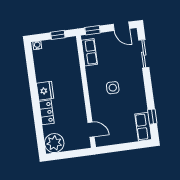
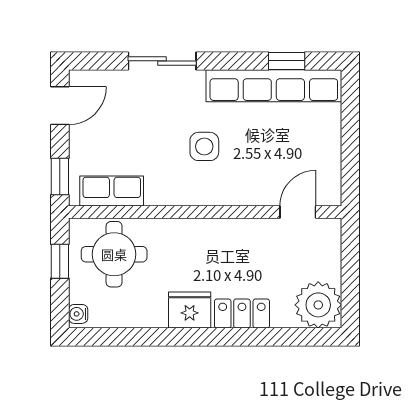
sliding door: (144, 54) -> (162, 61), moved
round table: (64, 57) -> (114, 254), added
row of seats: (143, 127) -> (274, 86), width x2.02

